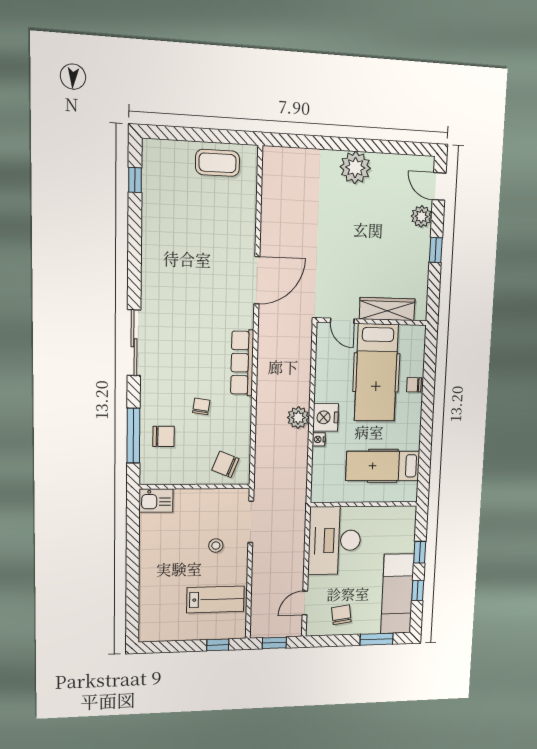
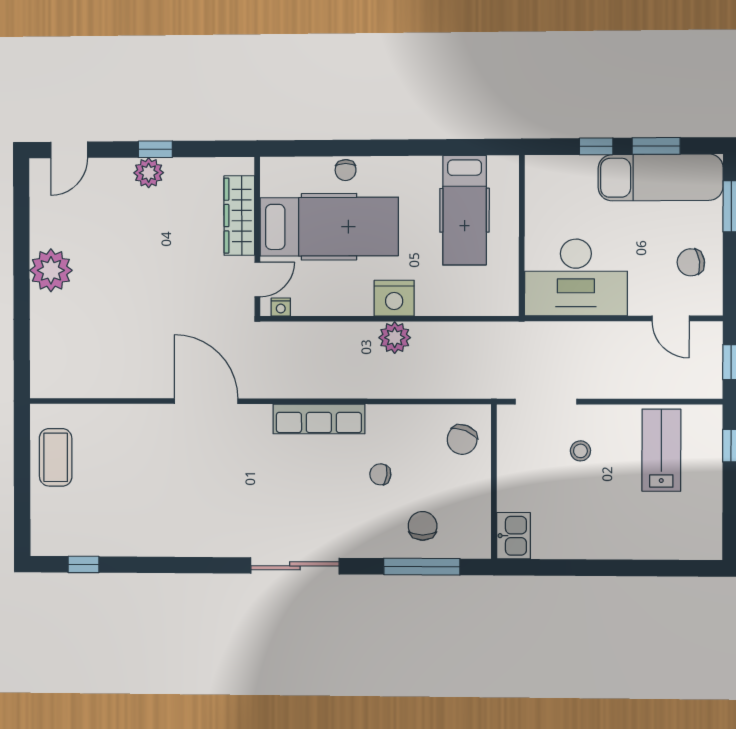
plant: (421, 216) -> (149, 173), moved
nightstand: (319, 439) -> (281, 307), moved
window: (418, 590) -> (656, 146), width x1.50

